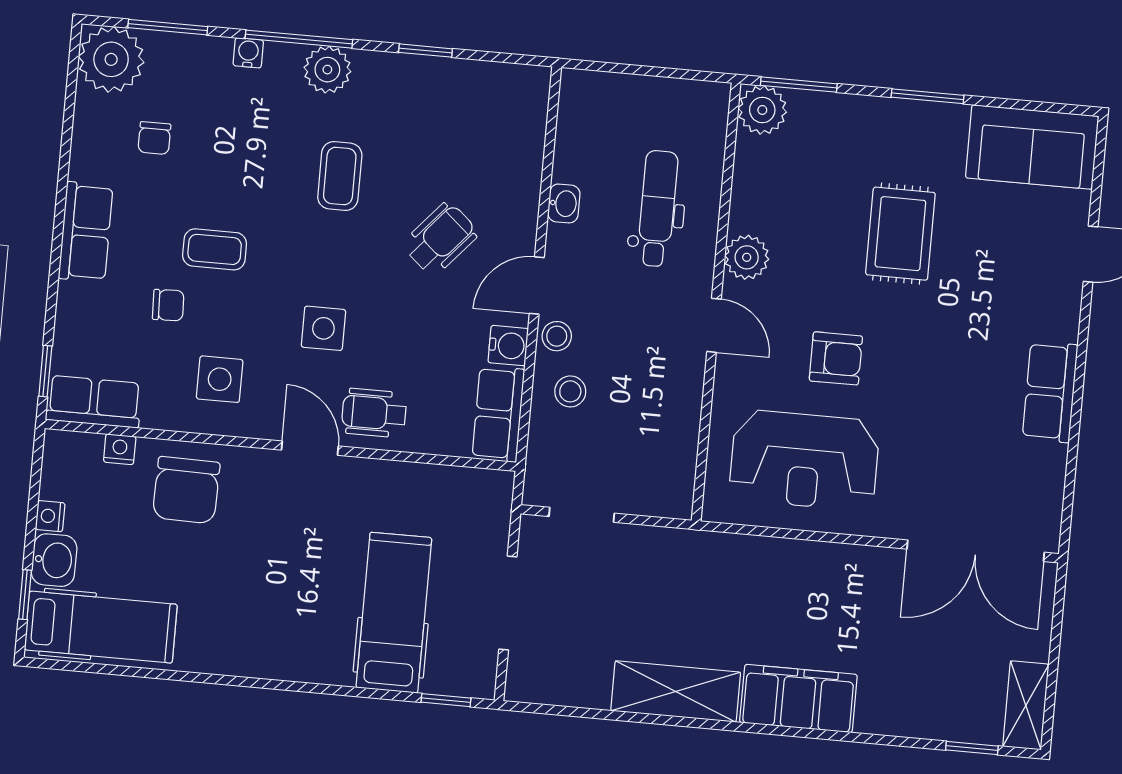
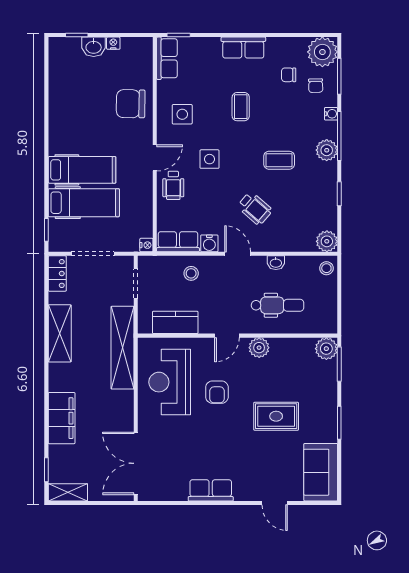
plant: (527, 88) -> (327, 241), added
chair: (168, 305) -> (316, 86), moved
stool: (557, 336) -> (326, 268), moved
wheelchair: (374, 413) -> (173, 185), turned 180
kitchen counter: (675, 436) -> (175, 322), added
nightstand: (120, 449) -> (146, 245), moved
shelving: (719, 557) -> (123, 348), added
hospital bed: (101, 627) -> (82, 170), moved, turned -90
locker: (544, 685) -> (57, 274), added
filing cabinet: (798, 699) -> (62, 418), moved

